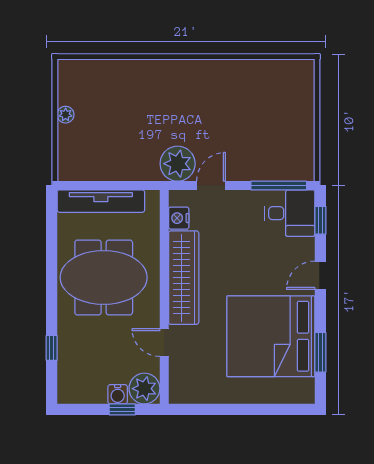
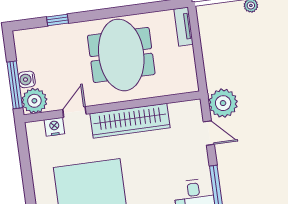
tv unit: (101, 201) -> (183, 27), width x0.52, depth x0.78
nightstand: (179, 218) -> (54, 127), moved
window: (122, 409) -> (15, 85), width x2.17

